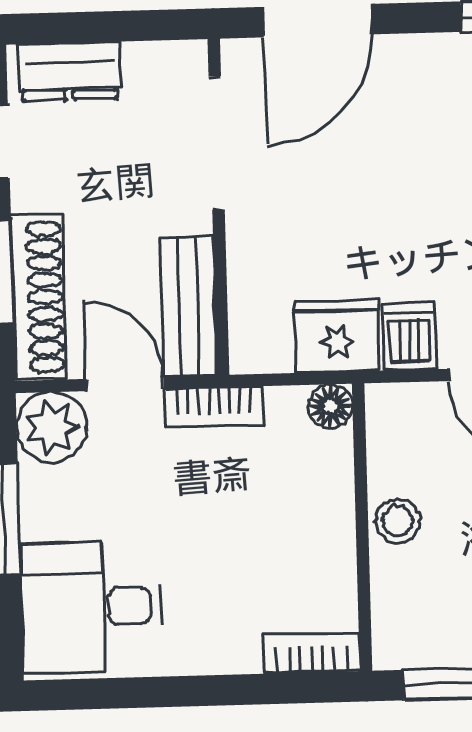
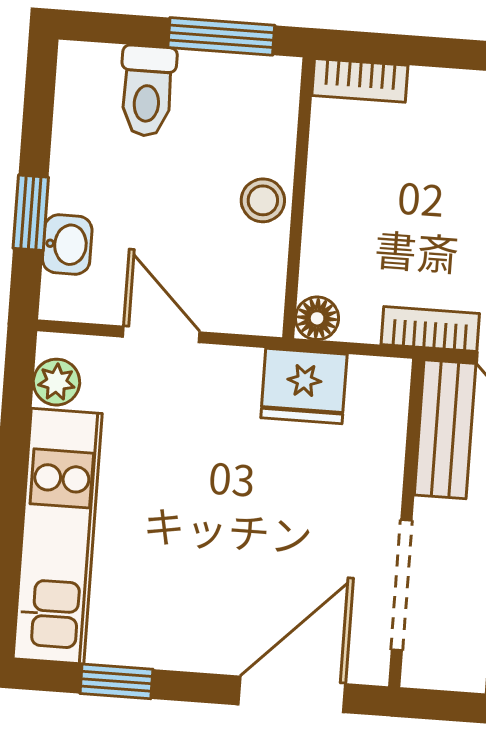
dishwasher: (409, 336) -> (233, 379), removed

